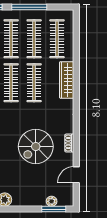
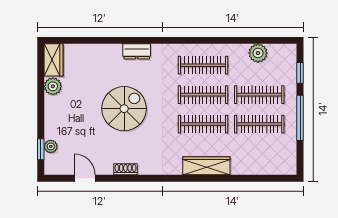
clothes rail: (57, 39) -> (259, 153), removed
spiral stairs: (36, 146) -> (124, 109), moved, turned 90
window: (54, 209) -> (41, 149), width x0.67

